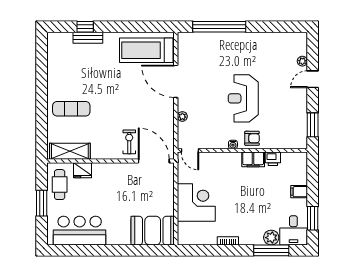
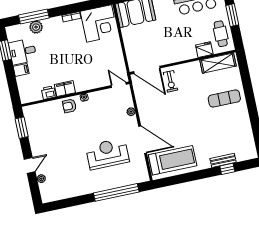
reception desk: (243, 98) -> (107, 154), moved, turned -90
corner desk: (196, 202) -> (99, 23), moved, turned -90
desk: (293, 230) -> (23, 51), moved, turned -90

